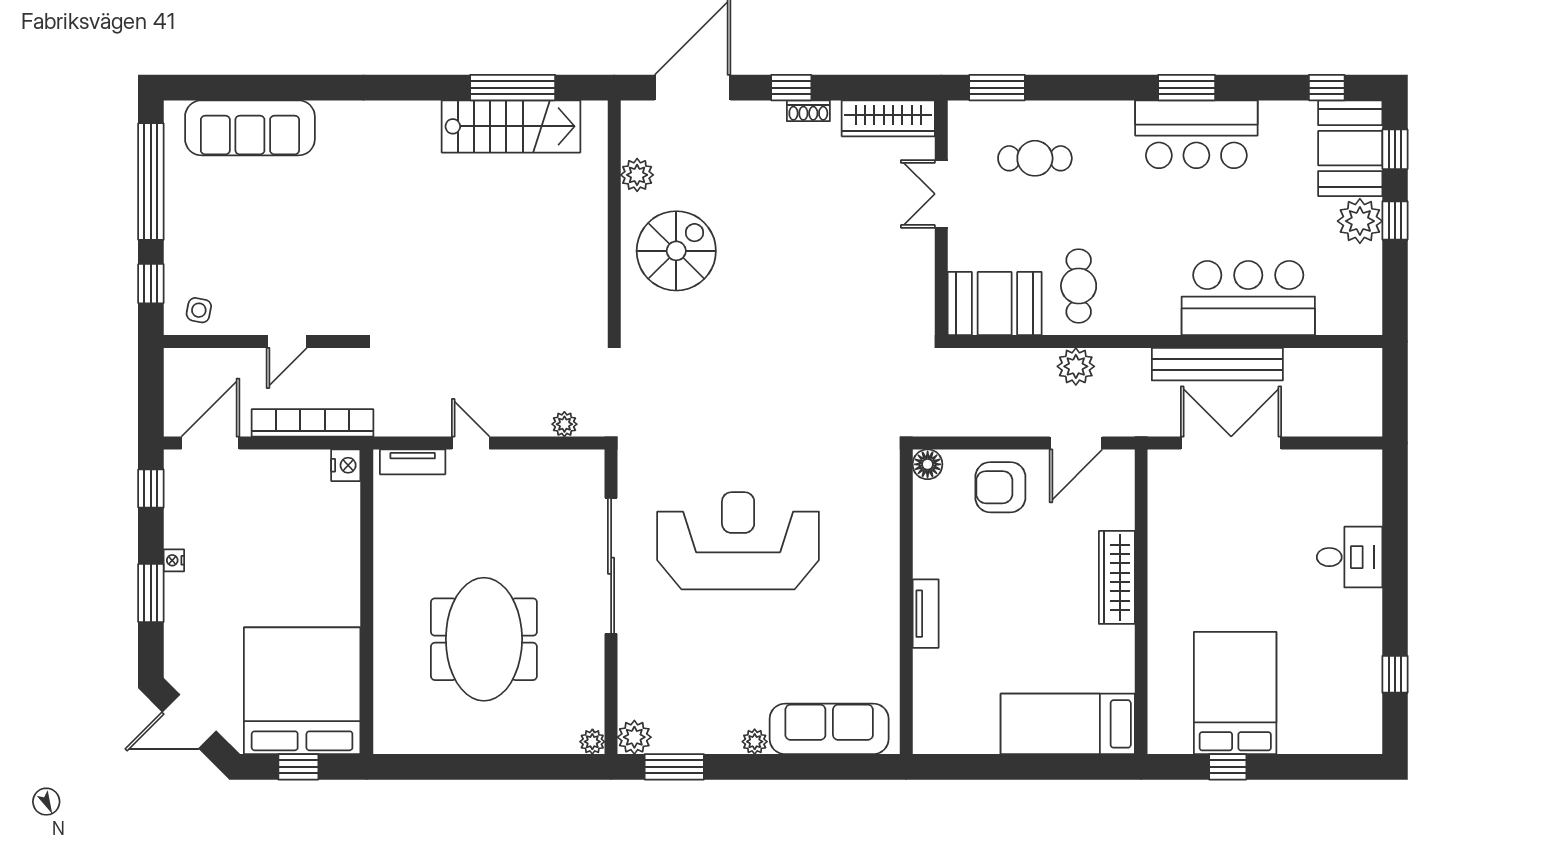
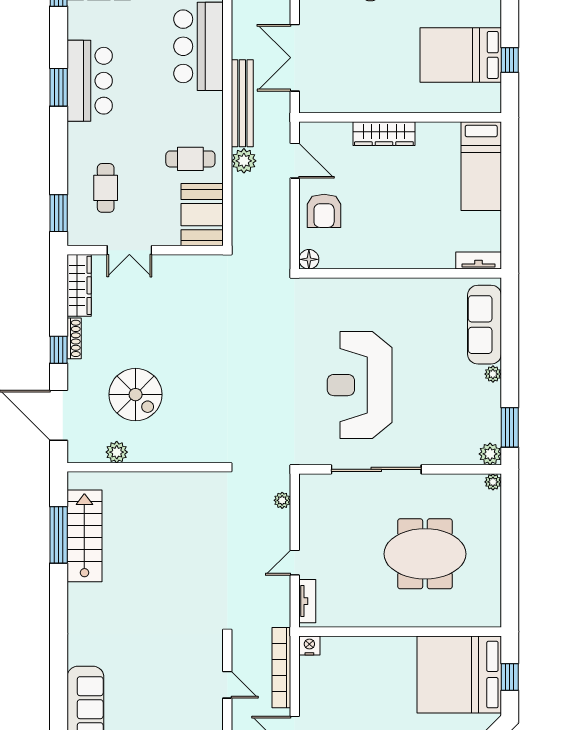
shoe rack: (808, 111) -> (74, 338), width x1.43
spiral stairs: (676, 251) -> (136, 395), moved, turned 180
bench: (1217, 364) -> (242, 103), moved
tv unit: (926, 614) -> (479, 261), moved

